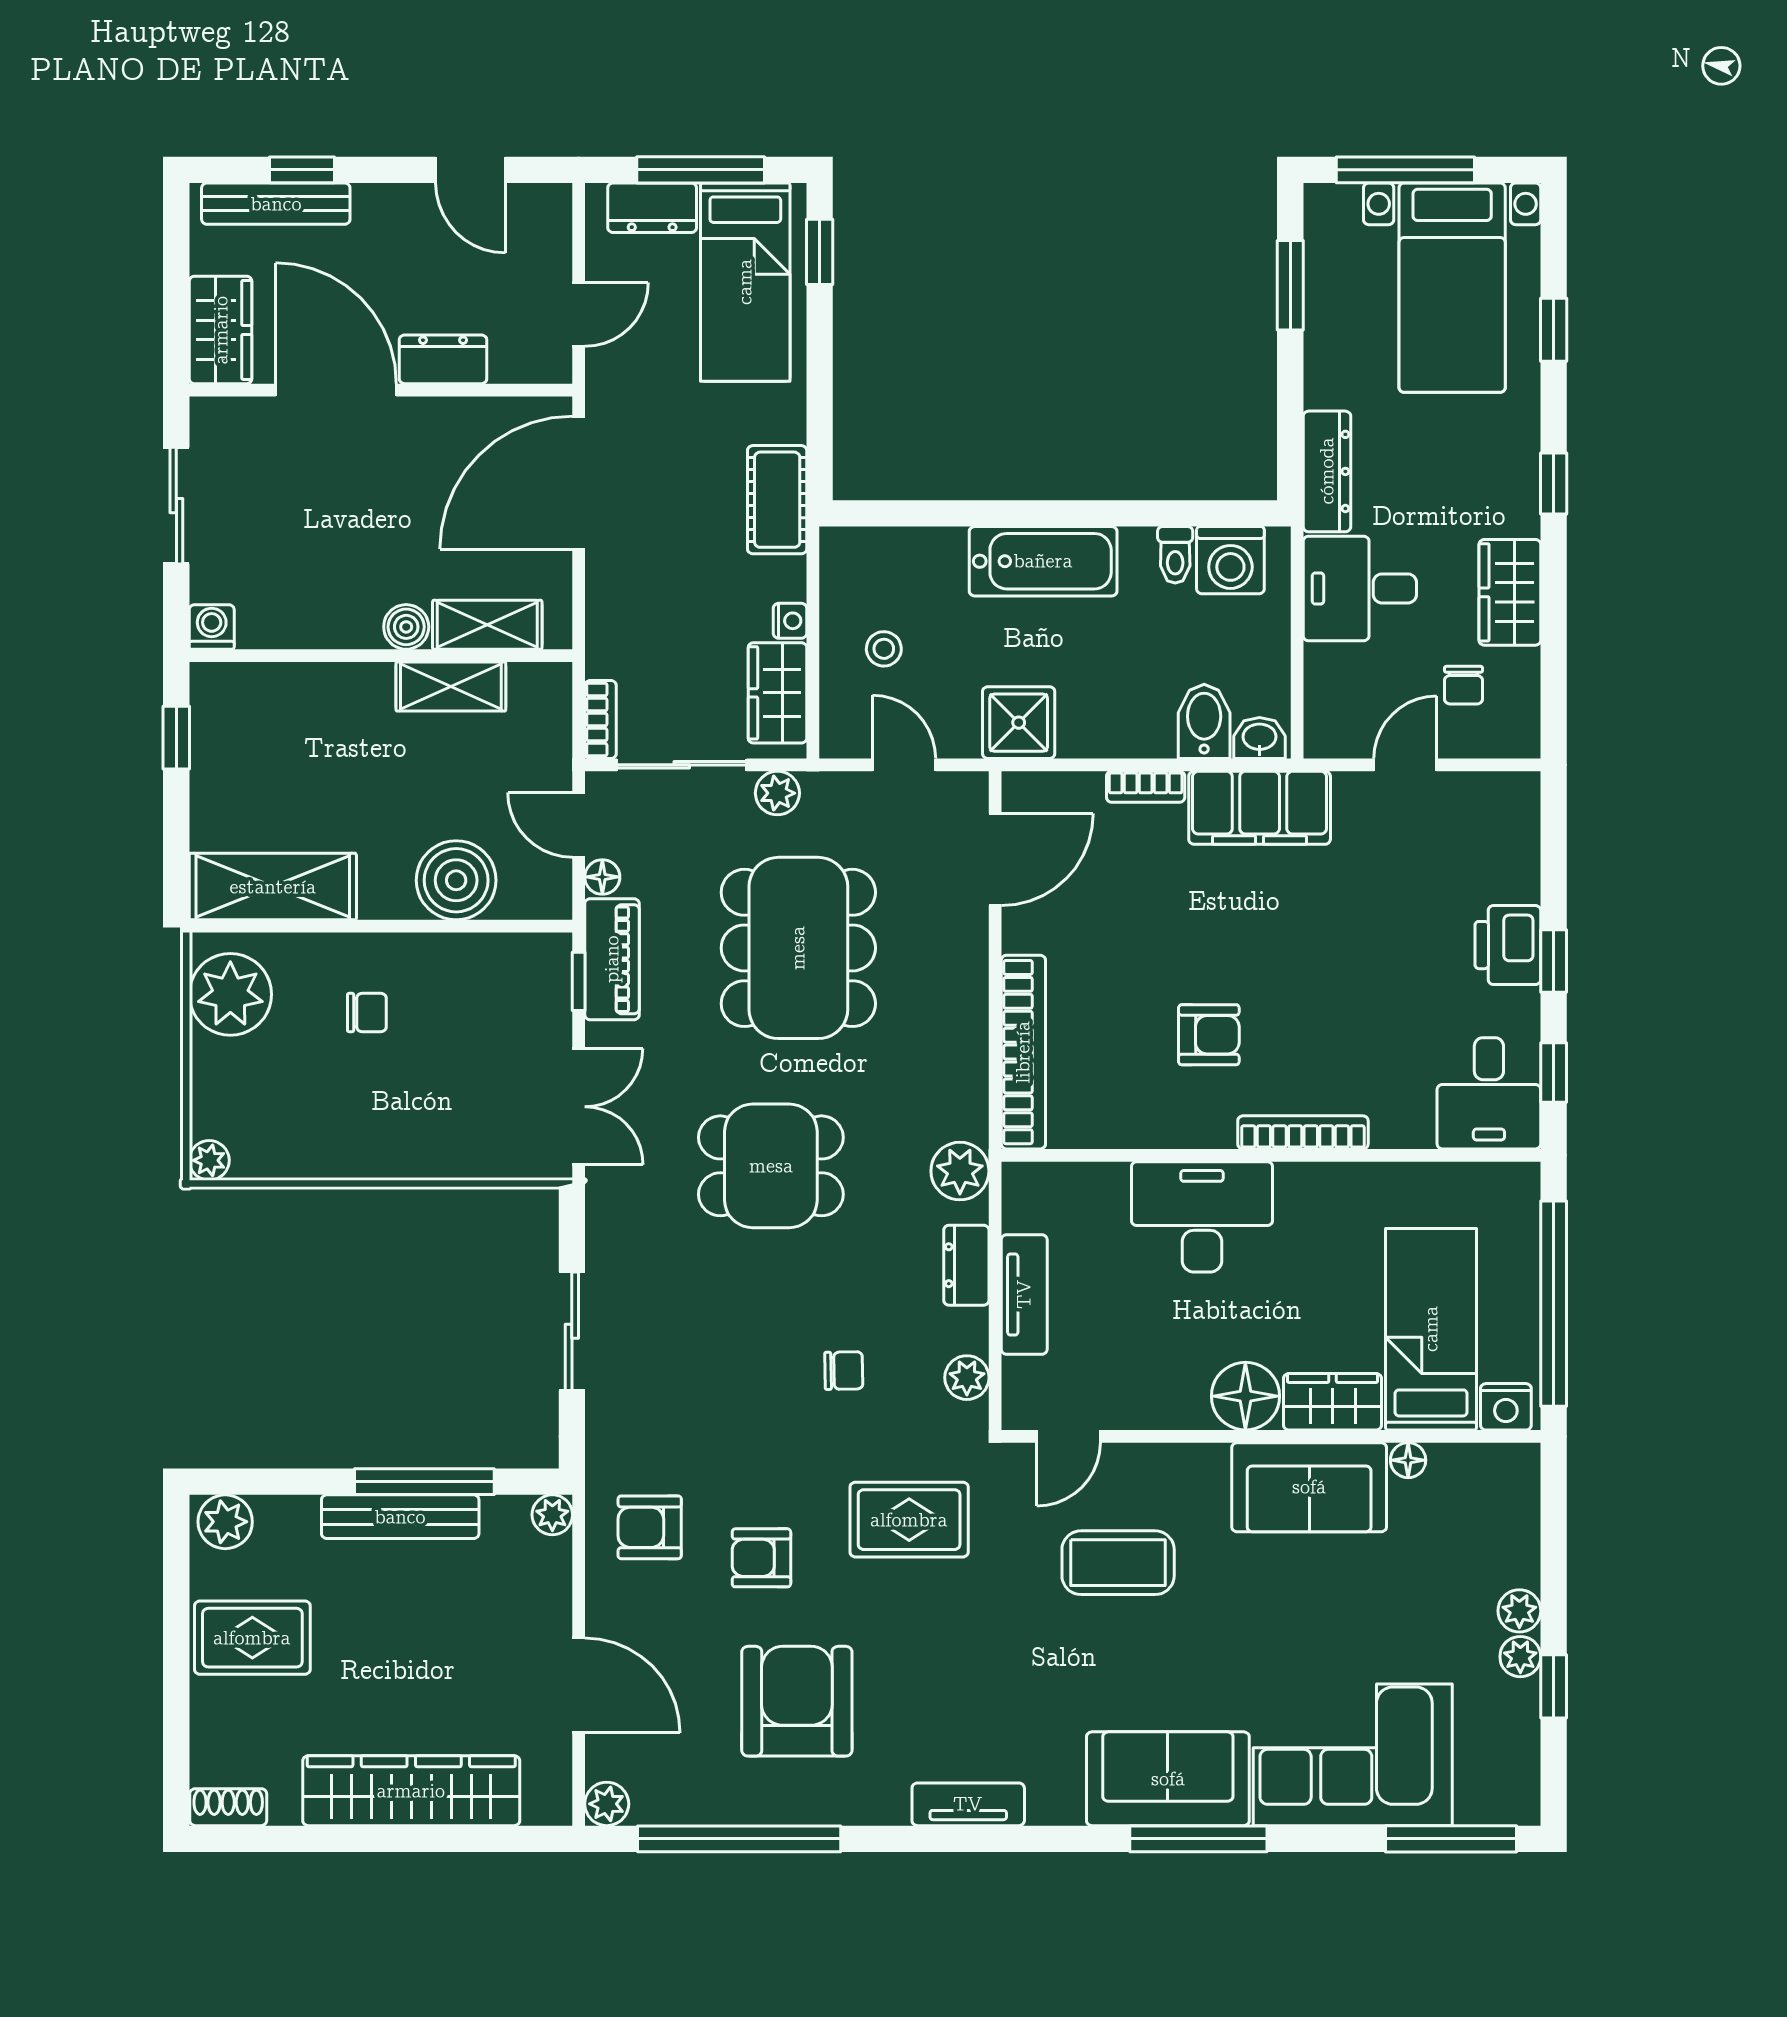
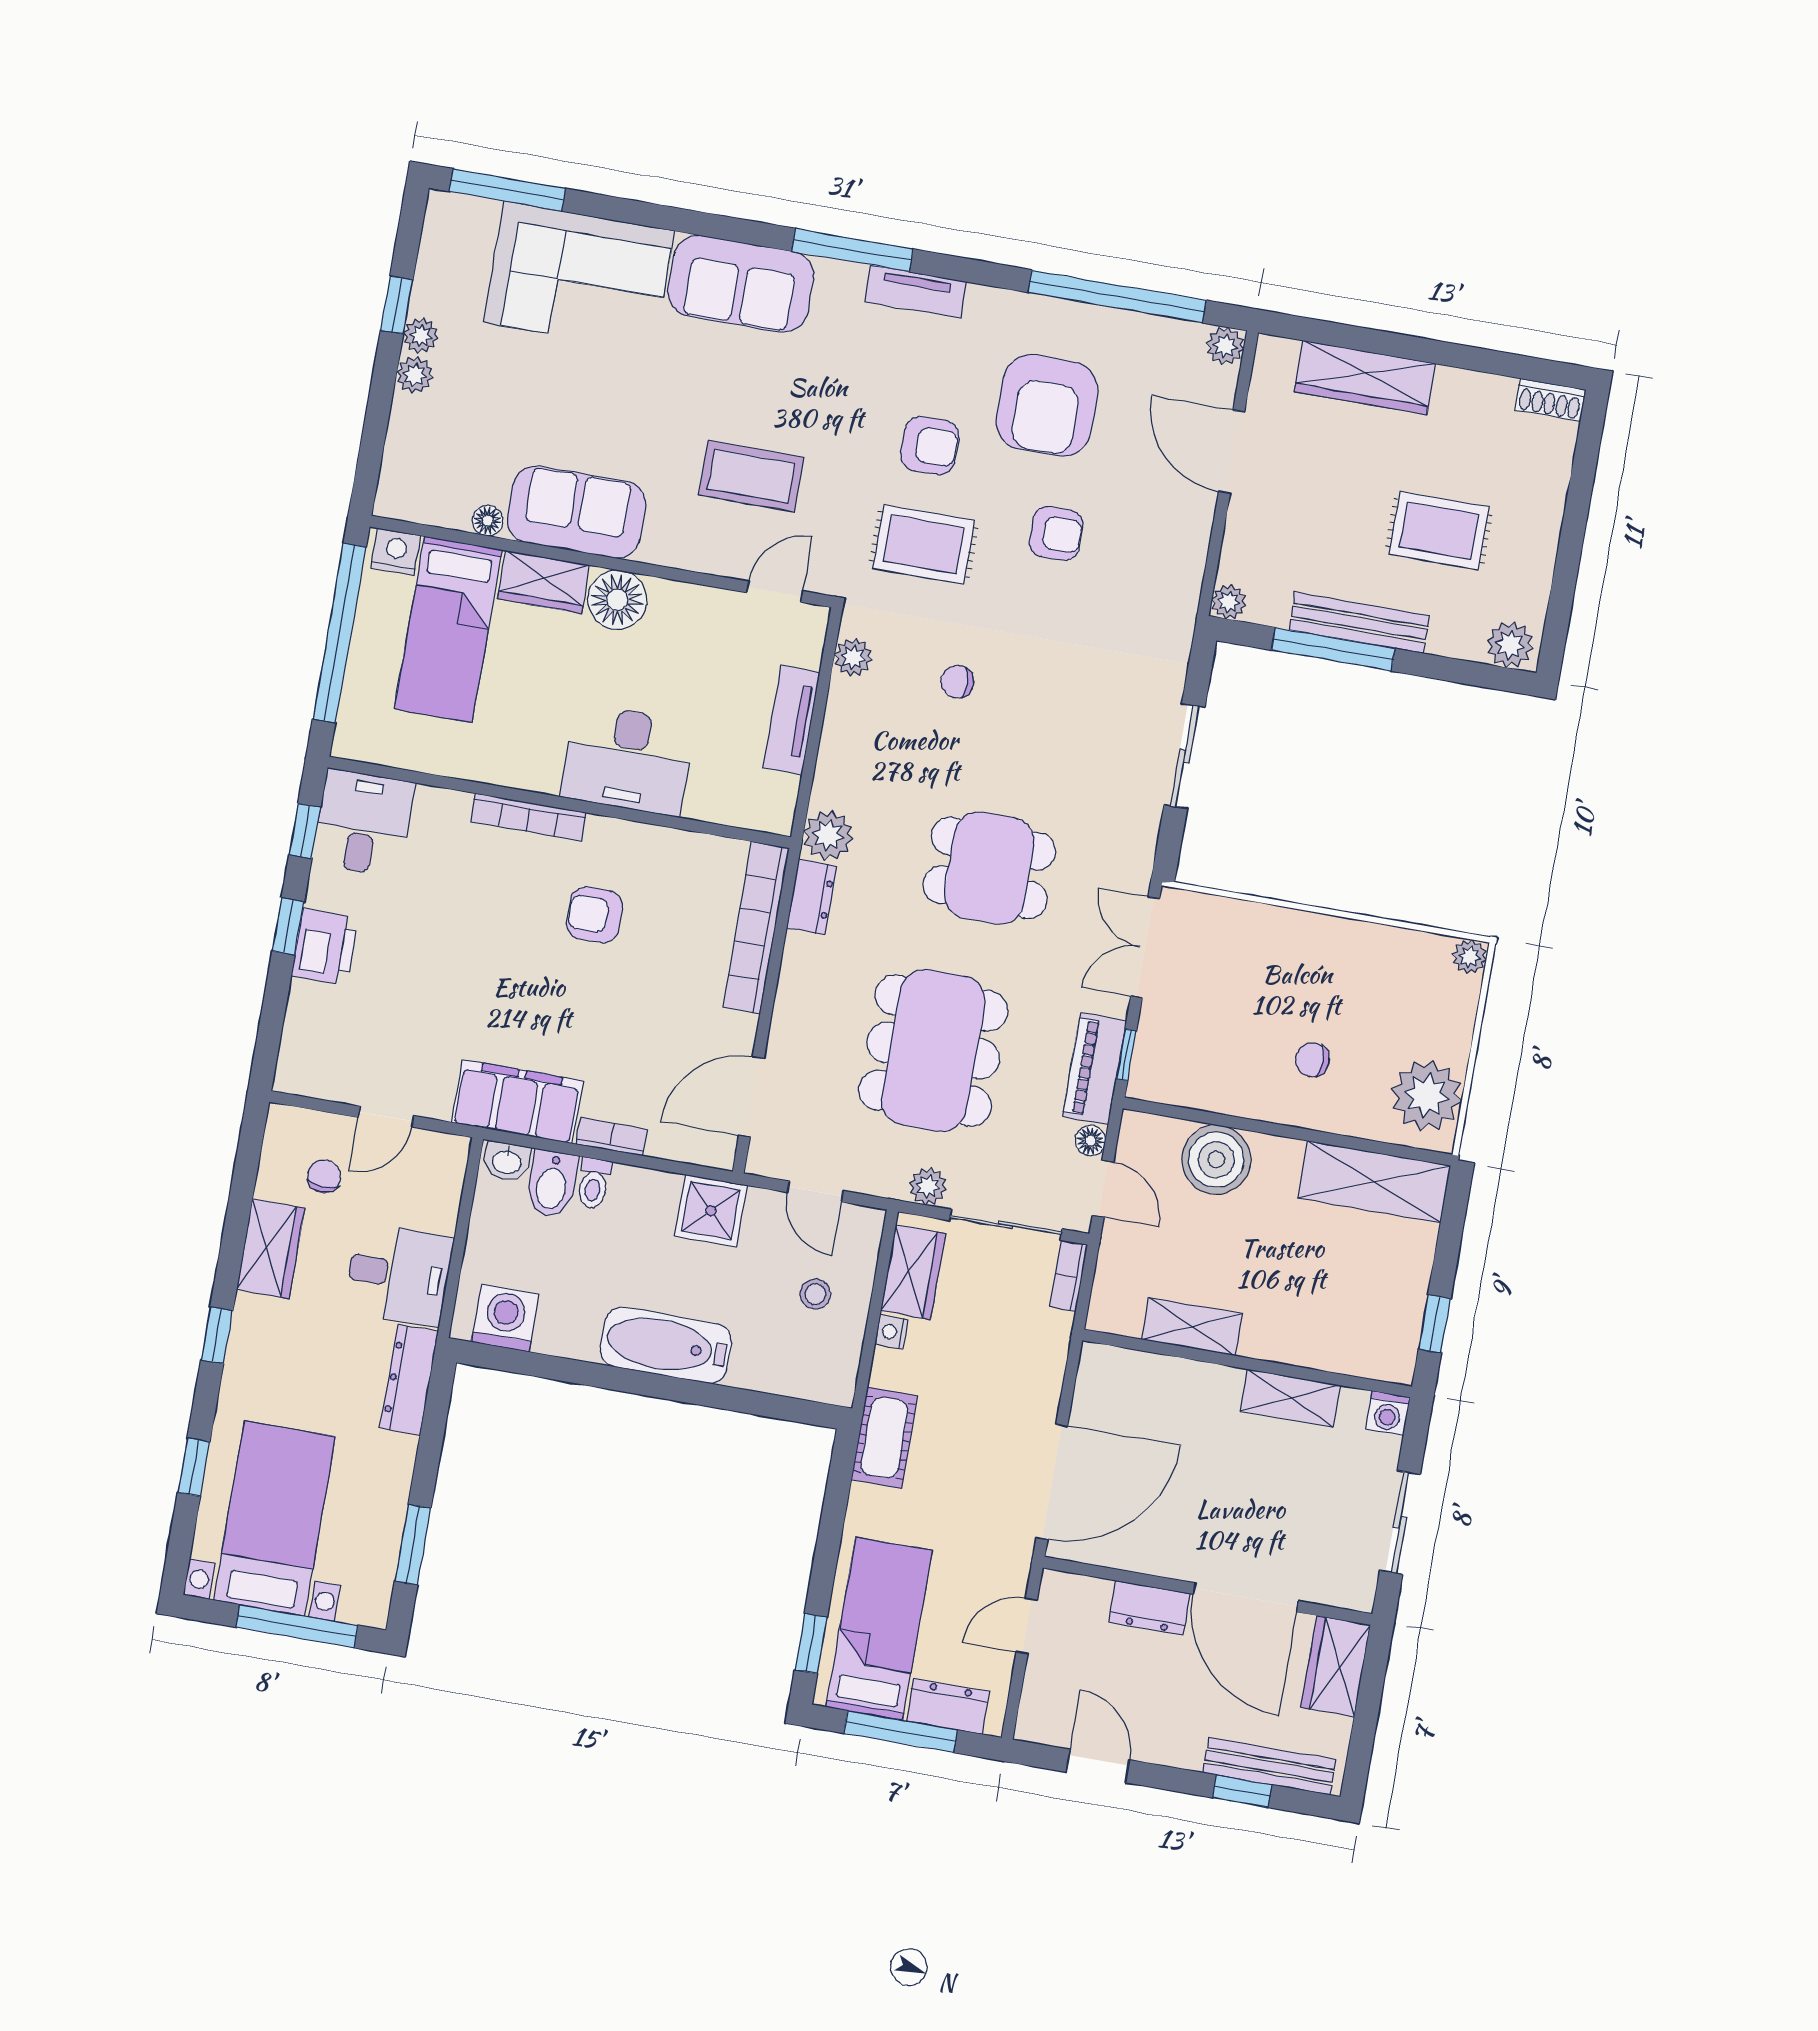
toilet: (1175, 555) -> (594, 1183), moved, turned 180
shelving: (487, 625) -> (1290, 1398), moved
boiler: (406, 627) -> (1221, 1384), removed
dresser: (966, 1265) -> (812, 897), moved
armchair: (650, 1527) -> (930, 446), moved
rug: (252, 1638) -> (1439, 531), moved
wardrobe: (411, 1791) -> (1365, 377), width x0.71, depth x0.85
window: (1198, 1839) -> (852, 250), moved

